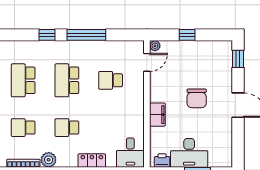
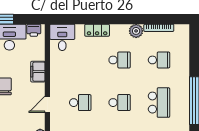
door: (147, 62) -> (47, 104), moved
school desk: (67, 80) -> (120, 103), width x0.54

